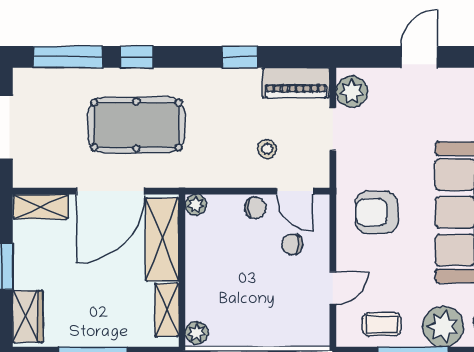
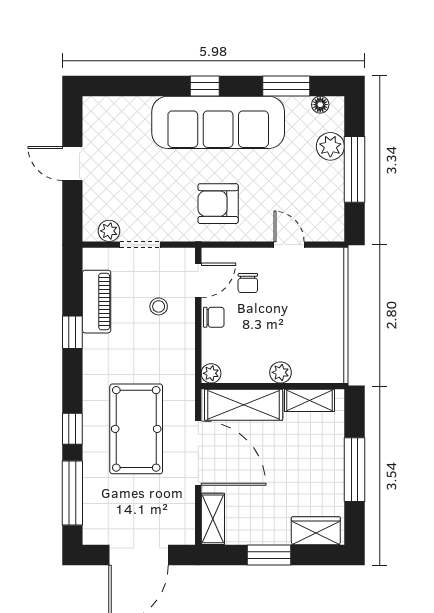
piano: (296, 83) -> (97, 302), moved
plant: (352, 92) -> (109, 231), width x0.73, depth x0.73
chair: (255, 208) -> (214, 317), turned 90
armchair: (377, 212) -> (218, 204), turned 90
coffee table: (382, 324) -> (323, 199), removed
plant: (443, 327) -> (330, 146), width x0.73, depth x0.73
plant: (197, 333) -> (280, 372), moved

